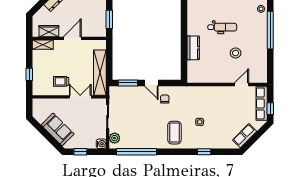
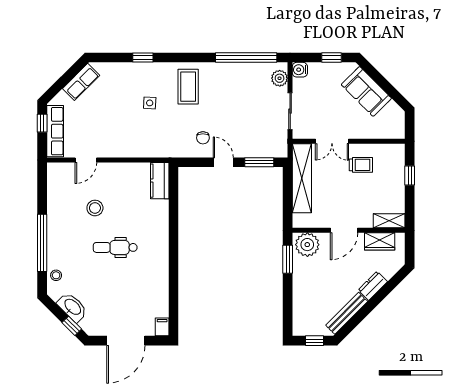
plant: (96, 29) -> (307, 245), added
kitchen counter: (193, 48) -> (160, 181), moved

